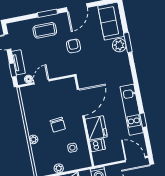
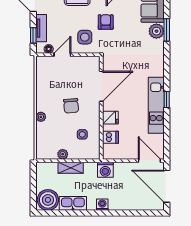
side table: (58, 63) -> (85, 37), added
window: (143, 120) -> (167, 99), moved
fridge: (96, 128) -> (110, 118), width x0.53, depth x0.75

